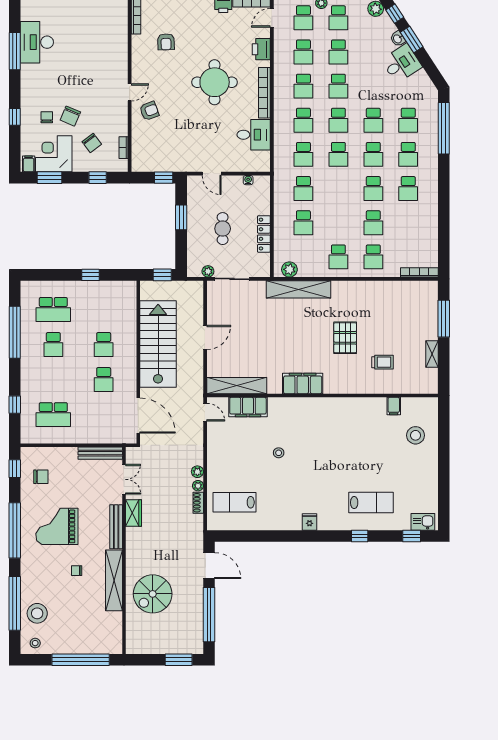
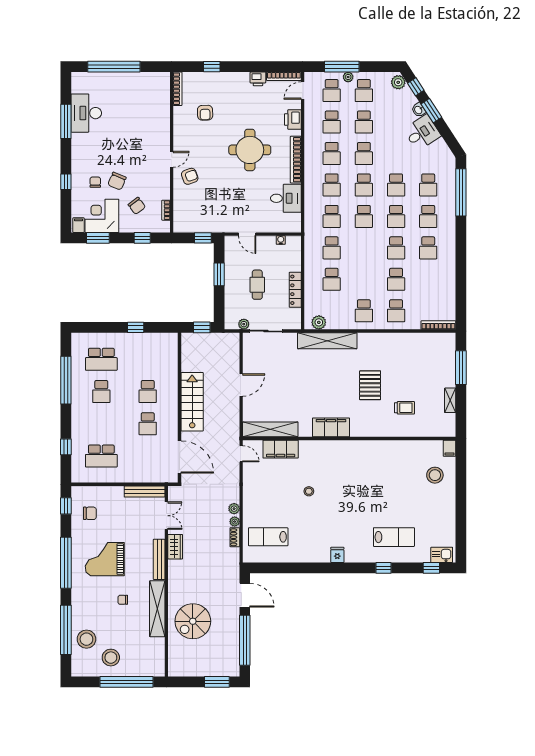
stairs: (158, 344) -> (192, 402), width x0.73, depth x0.66
filing cabinet: (394, 406) -> (450, 448), moved
stool: (35, 643) -> (111, 658), moved, width x1.89, depth x1.89

